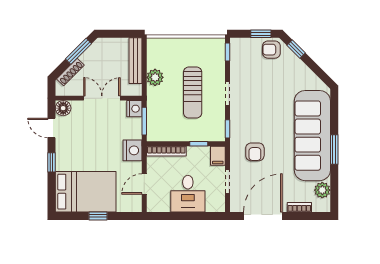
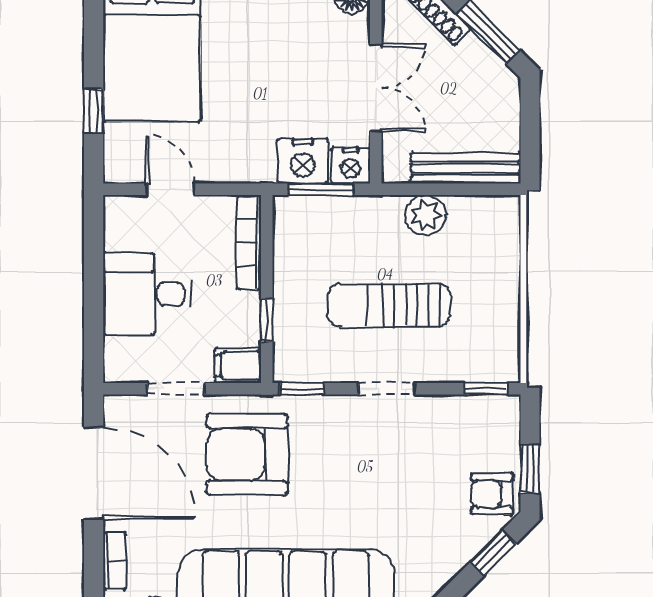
armchair: (271, 50) -> (492, 494), turned -90
nightstand: (132, 150) -> (303, 161), moved
armchair: (255, 152) -> (247, 454), width x1.88, depth x1.88
window: (98, 216) -> (94, 111), moved

